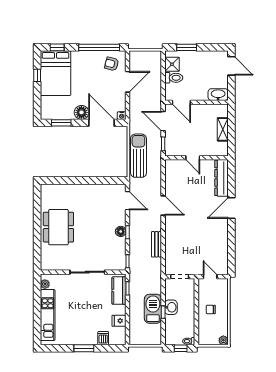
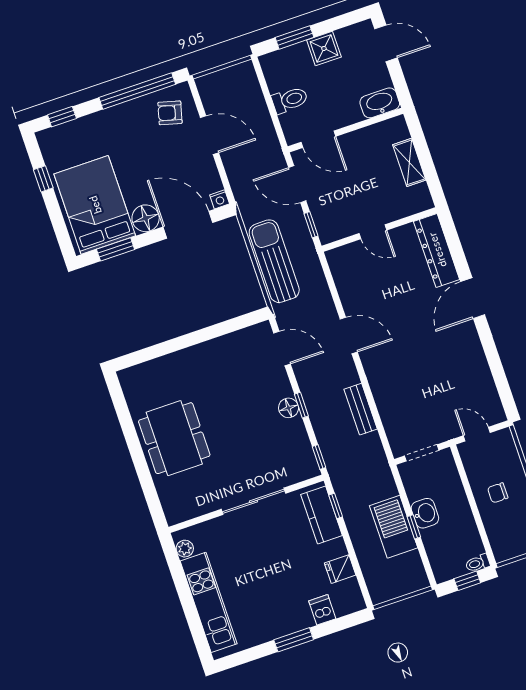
shower: (172, 64) -> (324, 48), moved
bed: (56, 73) -> (95, 205), moved, turned 180
door: (128, 82) -> (209, 135), hinge flipped

